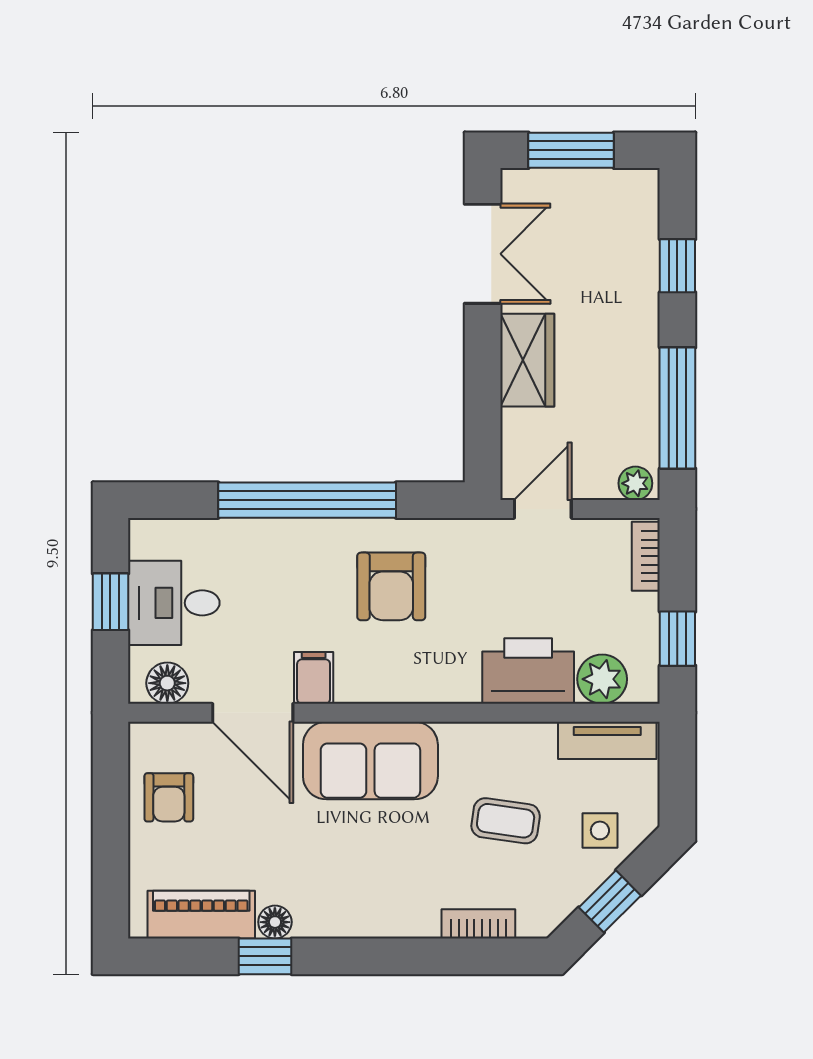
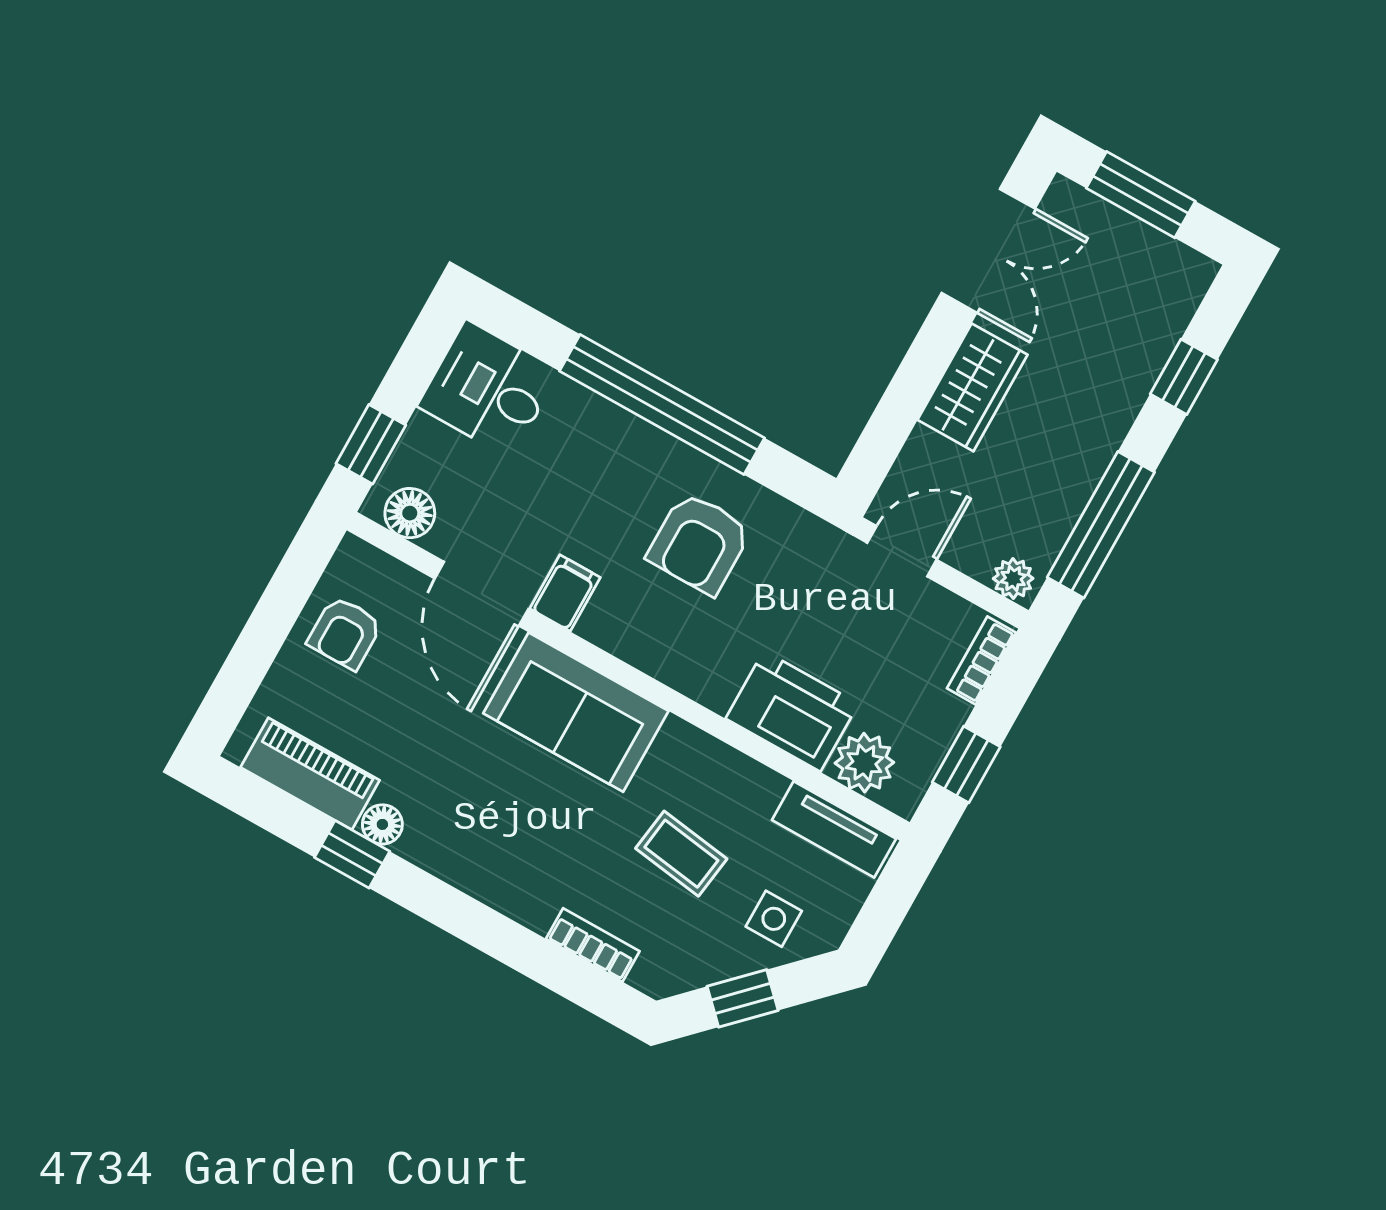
window: (110, 602) -> (371, 444), moved
desk: (174, 603) -> (488, 389), moved

